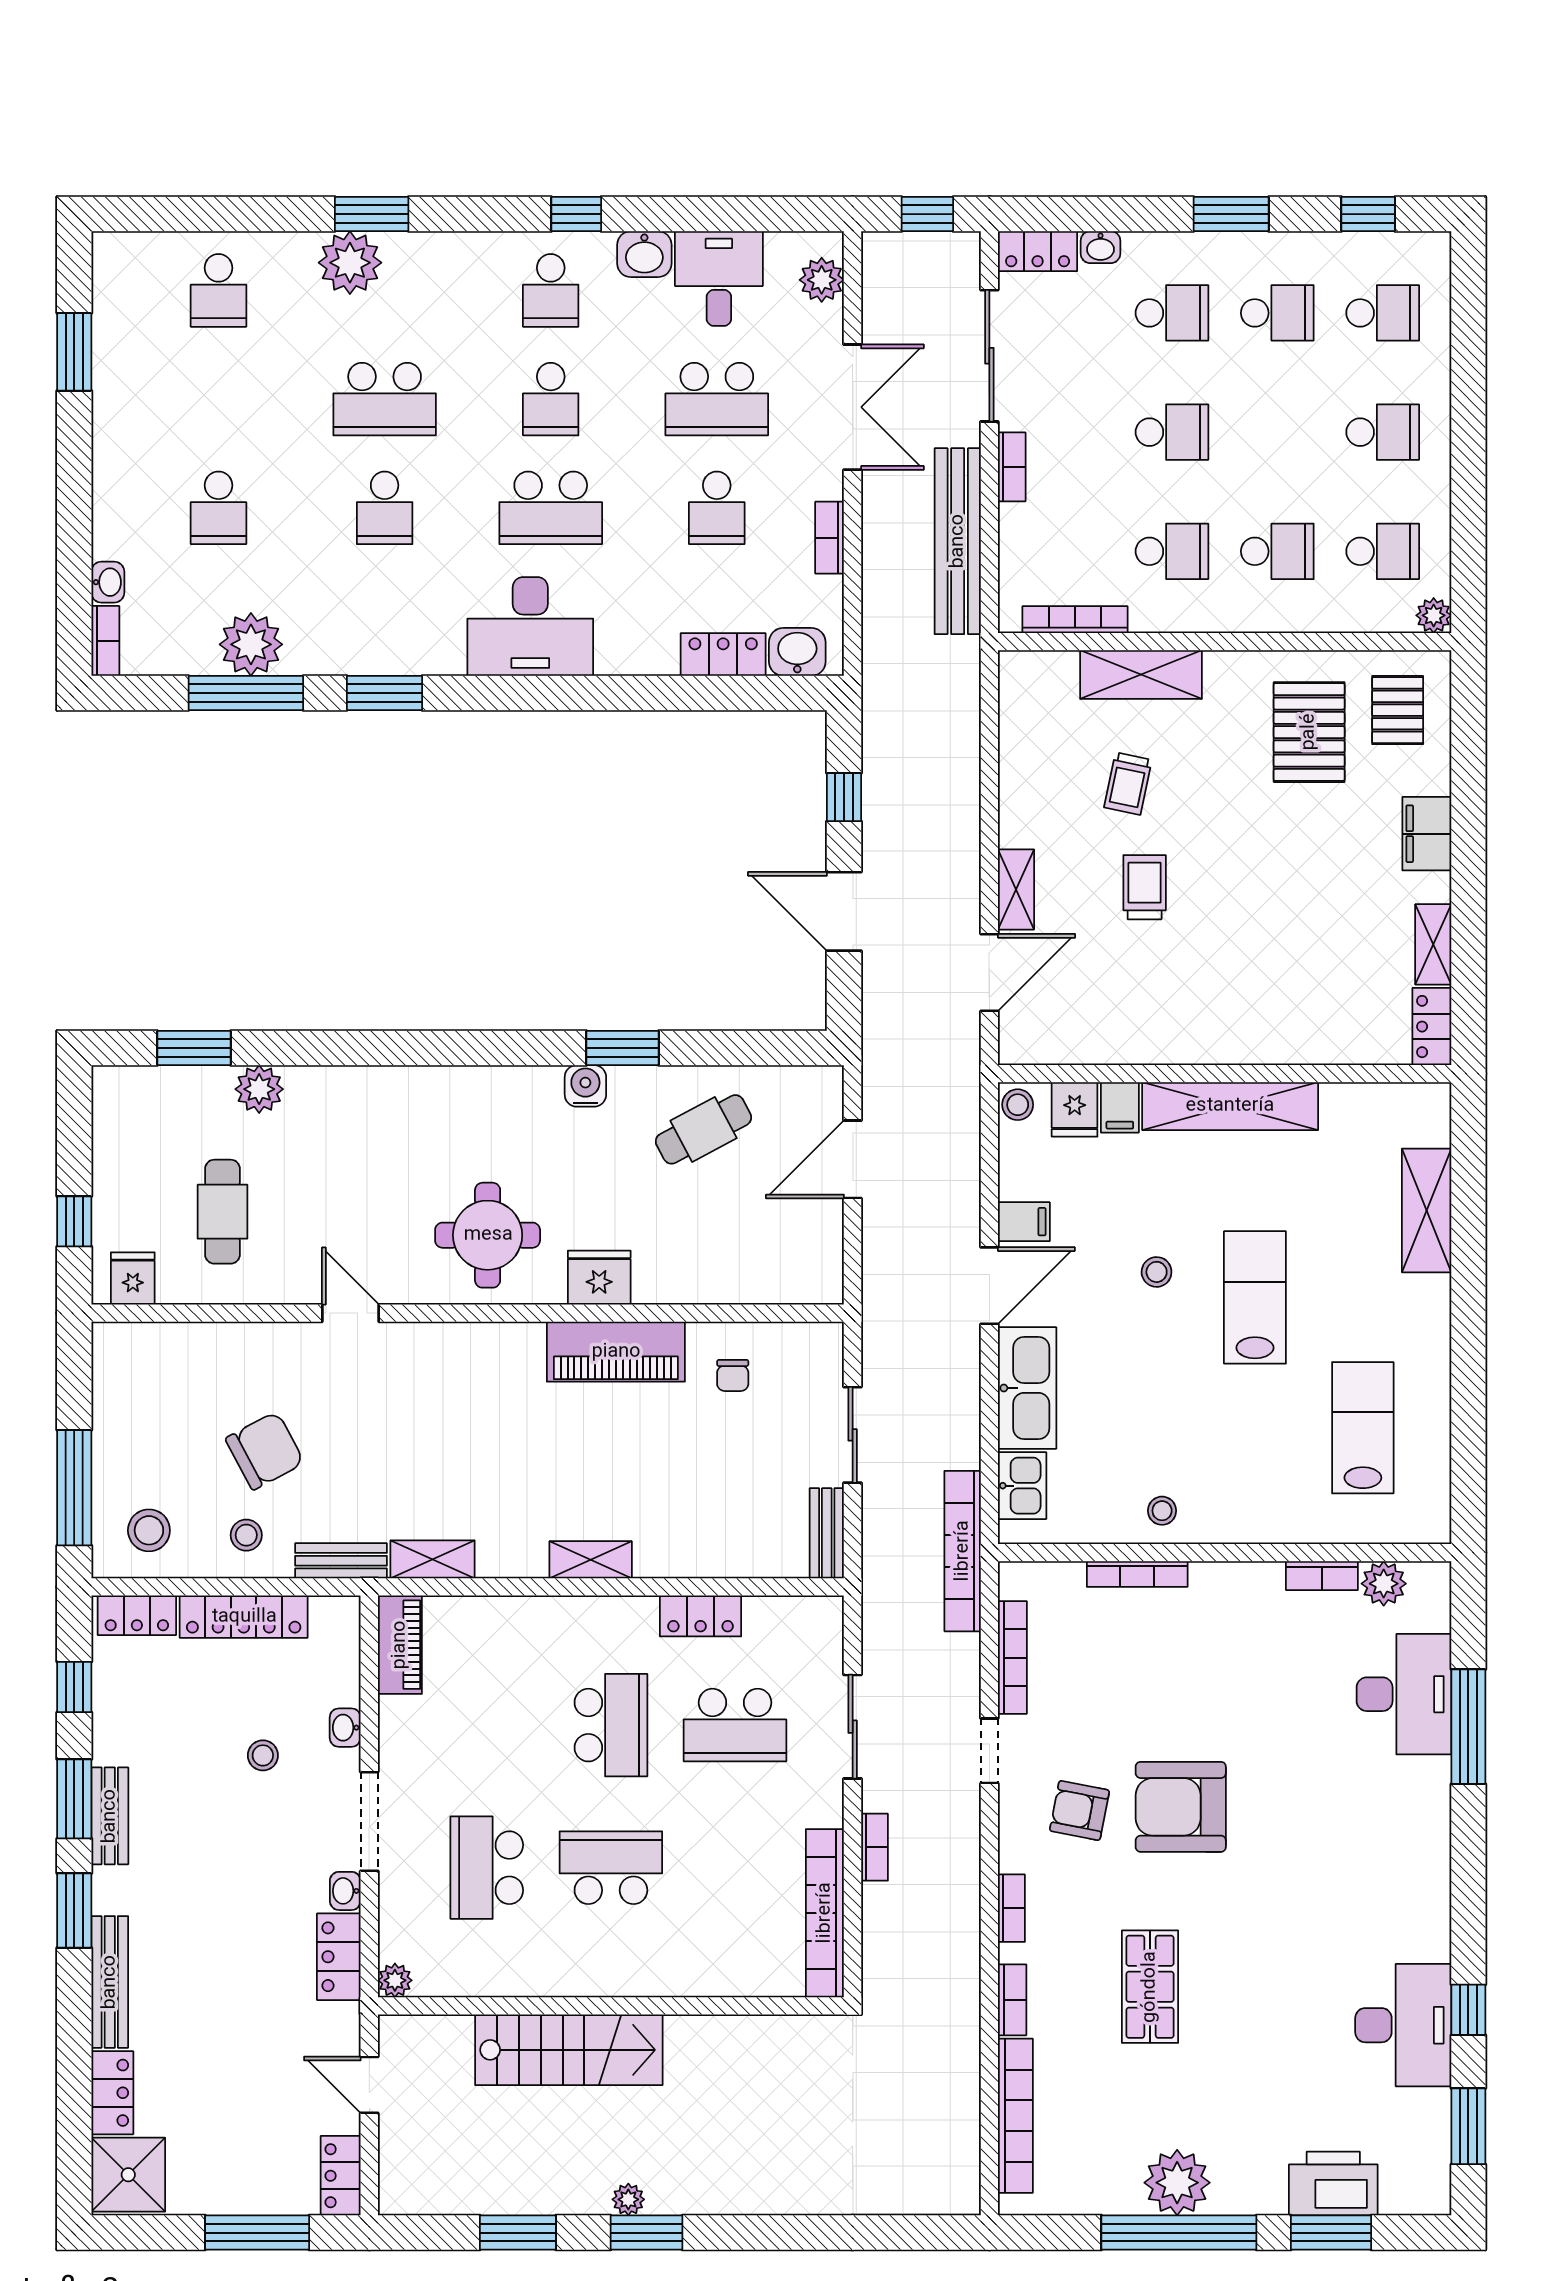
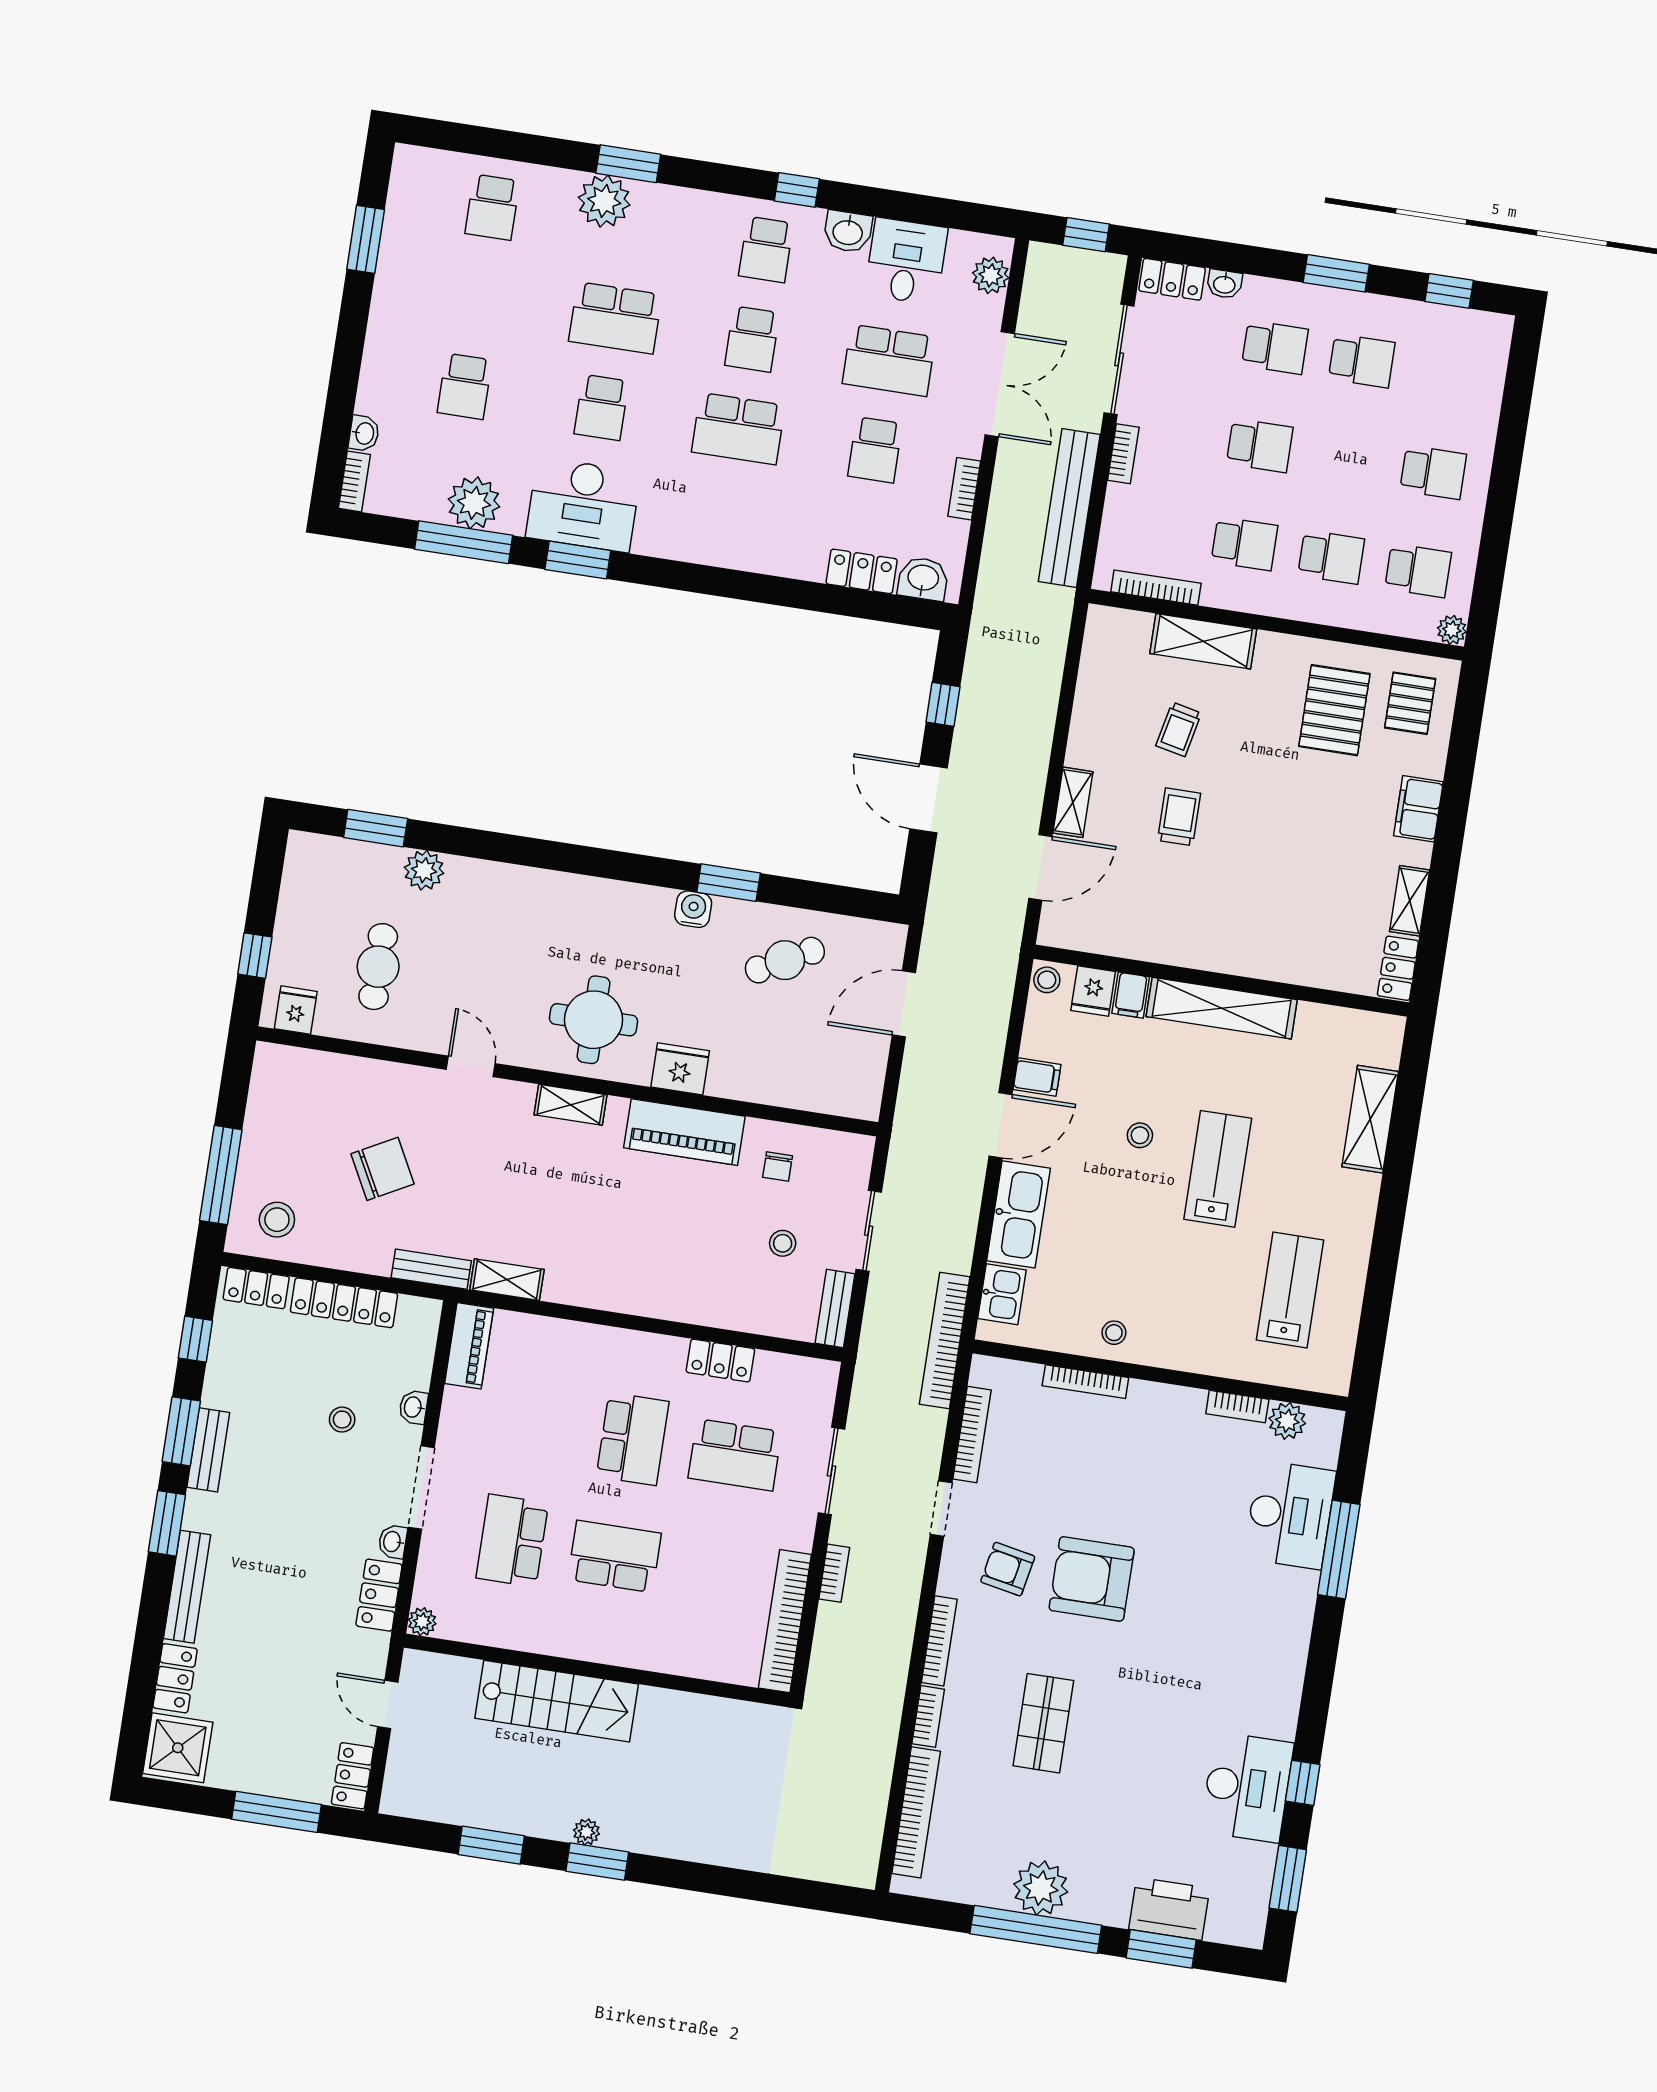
school desk: (1383, 313) -> (1448, 374), removed
desk: (530, 626) -> (583, 505), moved
stool: (246, 1535) -> (783, 1243), moved
shelving: (591, 1560) -> (570, 1105), moved
bookcase: (1011, 1908) -> (939, 1641), width x1.56

